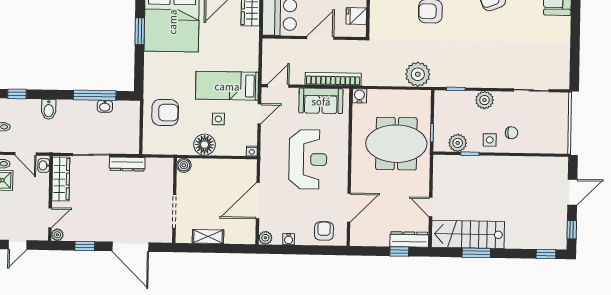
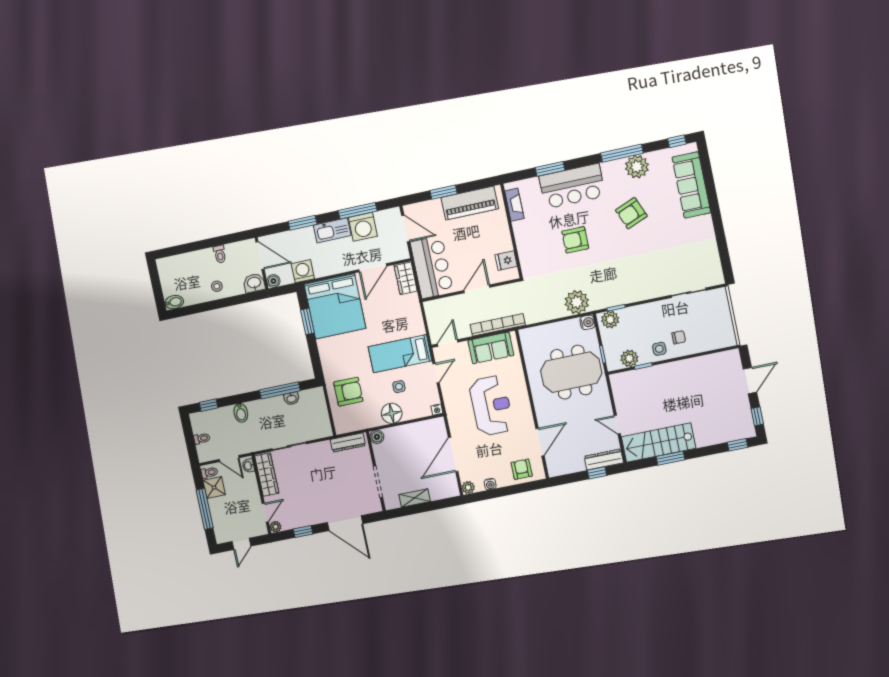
water cooler: (359, 96) -> (587, 322), moved, turned 90
plant: (485, 100) -> (610, 320), moved
dresser: (127, 164) -> (348, 443), moved

